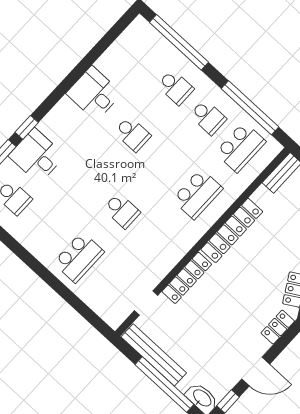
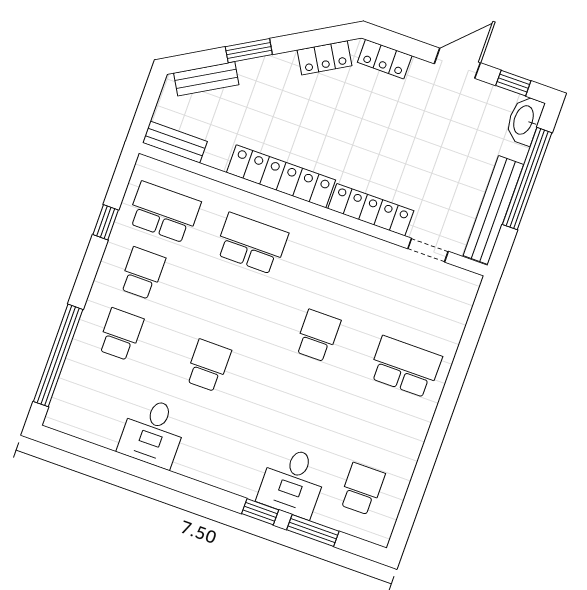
desk: (94, 93) -> (153, 432), moved
window: (250, 108) -> (106, 222), width x0.32
door: (256, 372) -> (457, 63), hinge flipped

